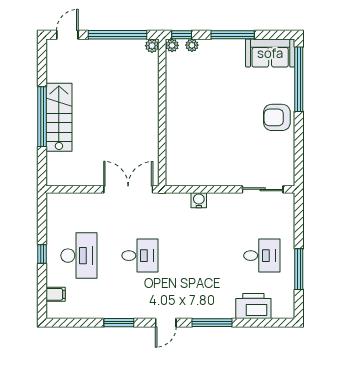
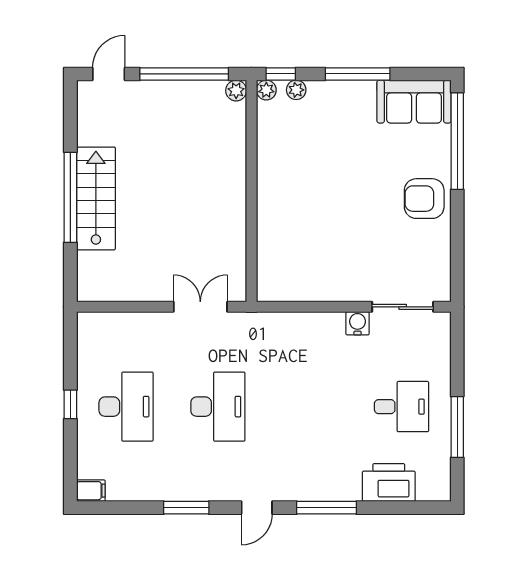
double door: (128, 189) -> (200, 307), width x0.73
water cooler: (199, 200) -> (358, 323), moved
desk: (140, 256) -> (218, 407), width x1.37
filing cabinet: (56, 294) -> (91, 491), moved

